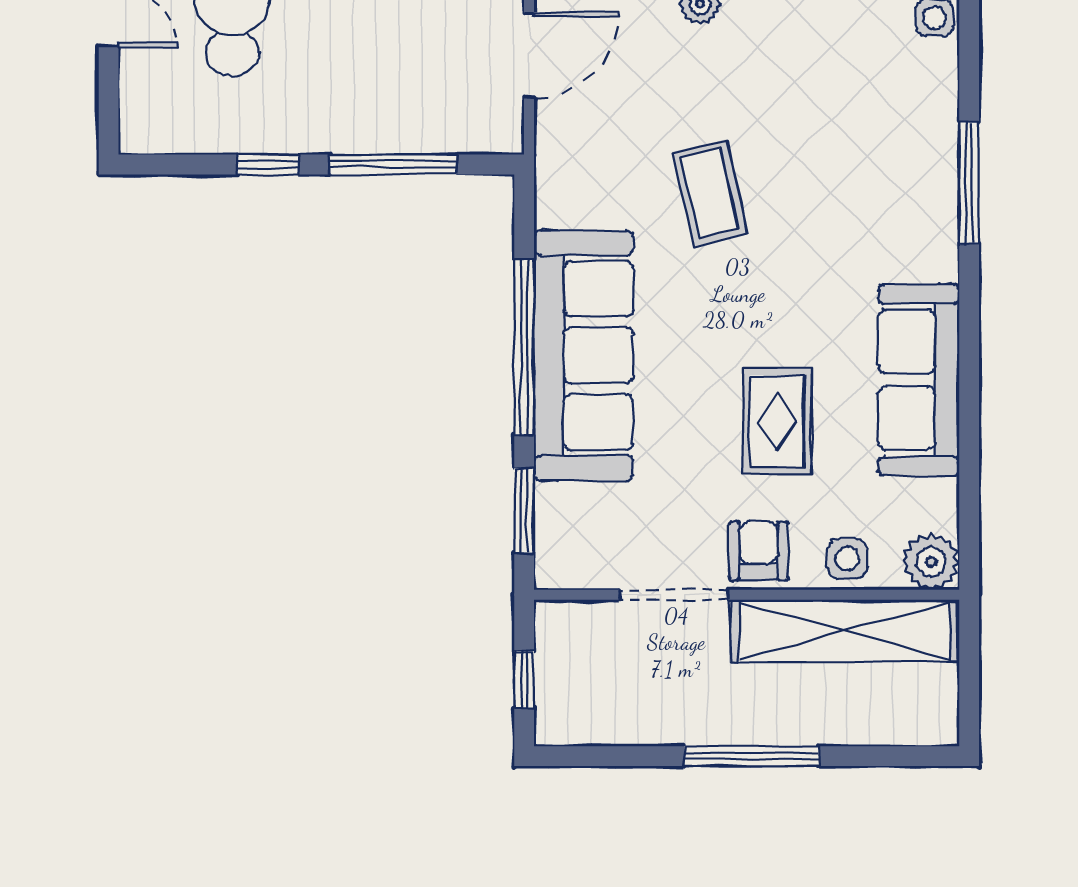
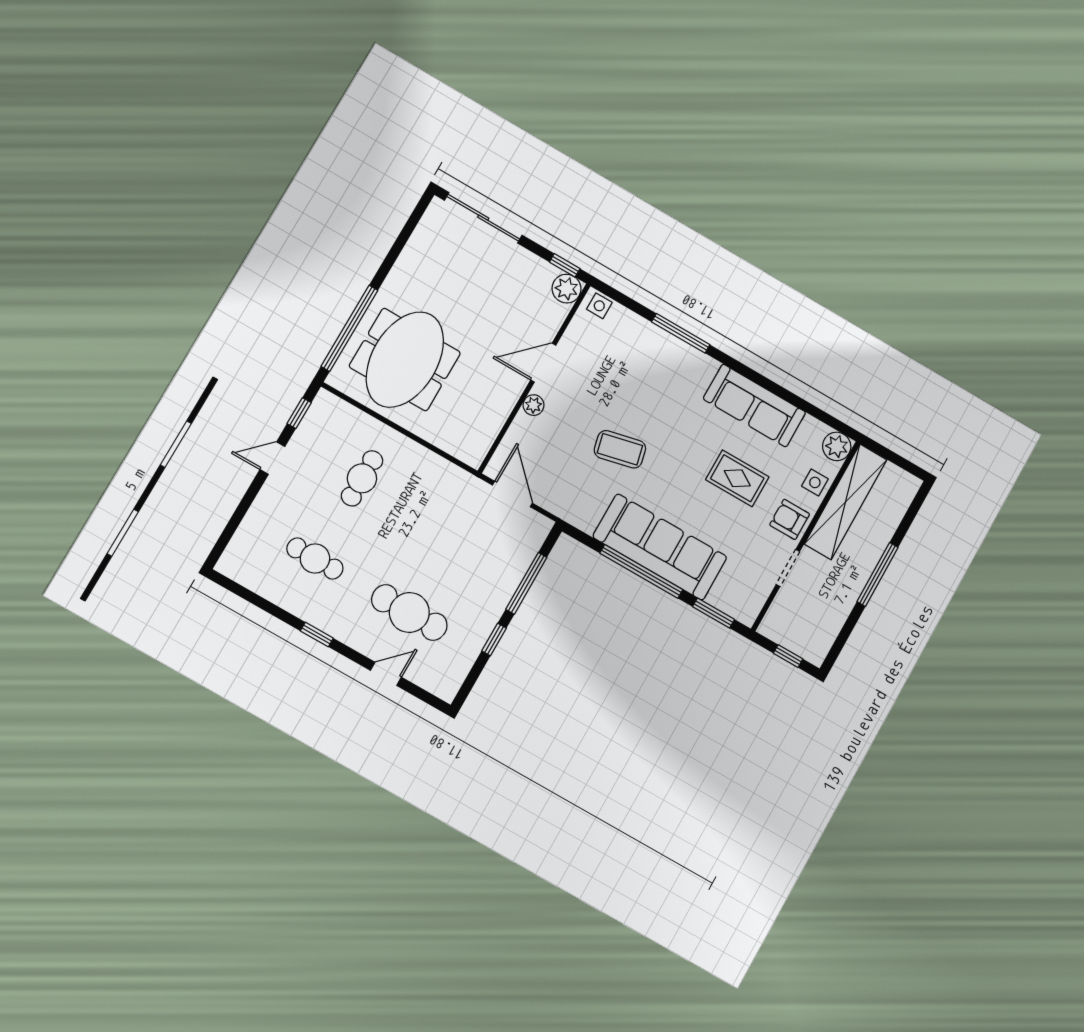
doorway: (674, 595) -> (788, 568), width x0.73

